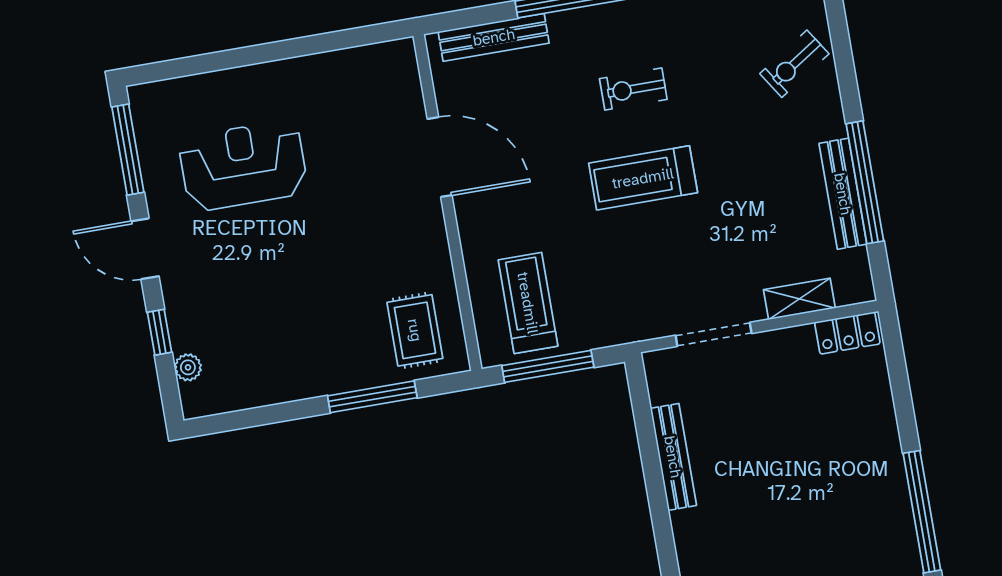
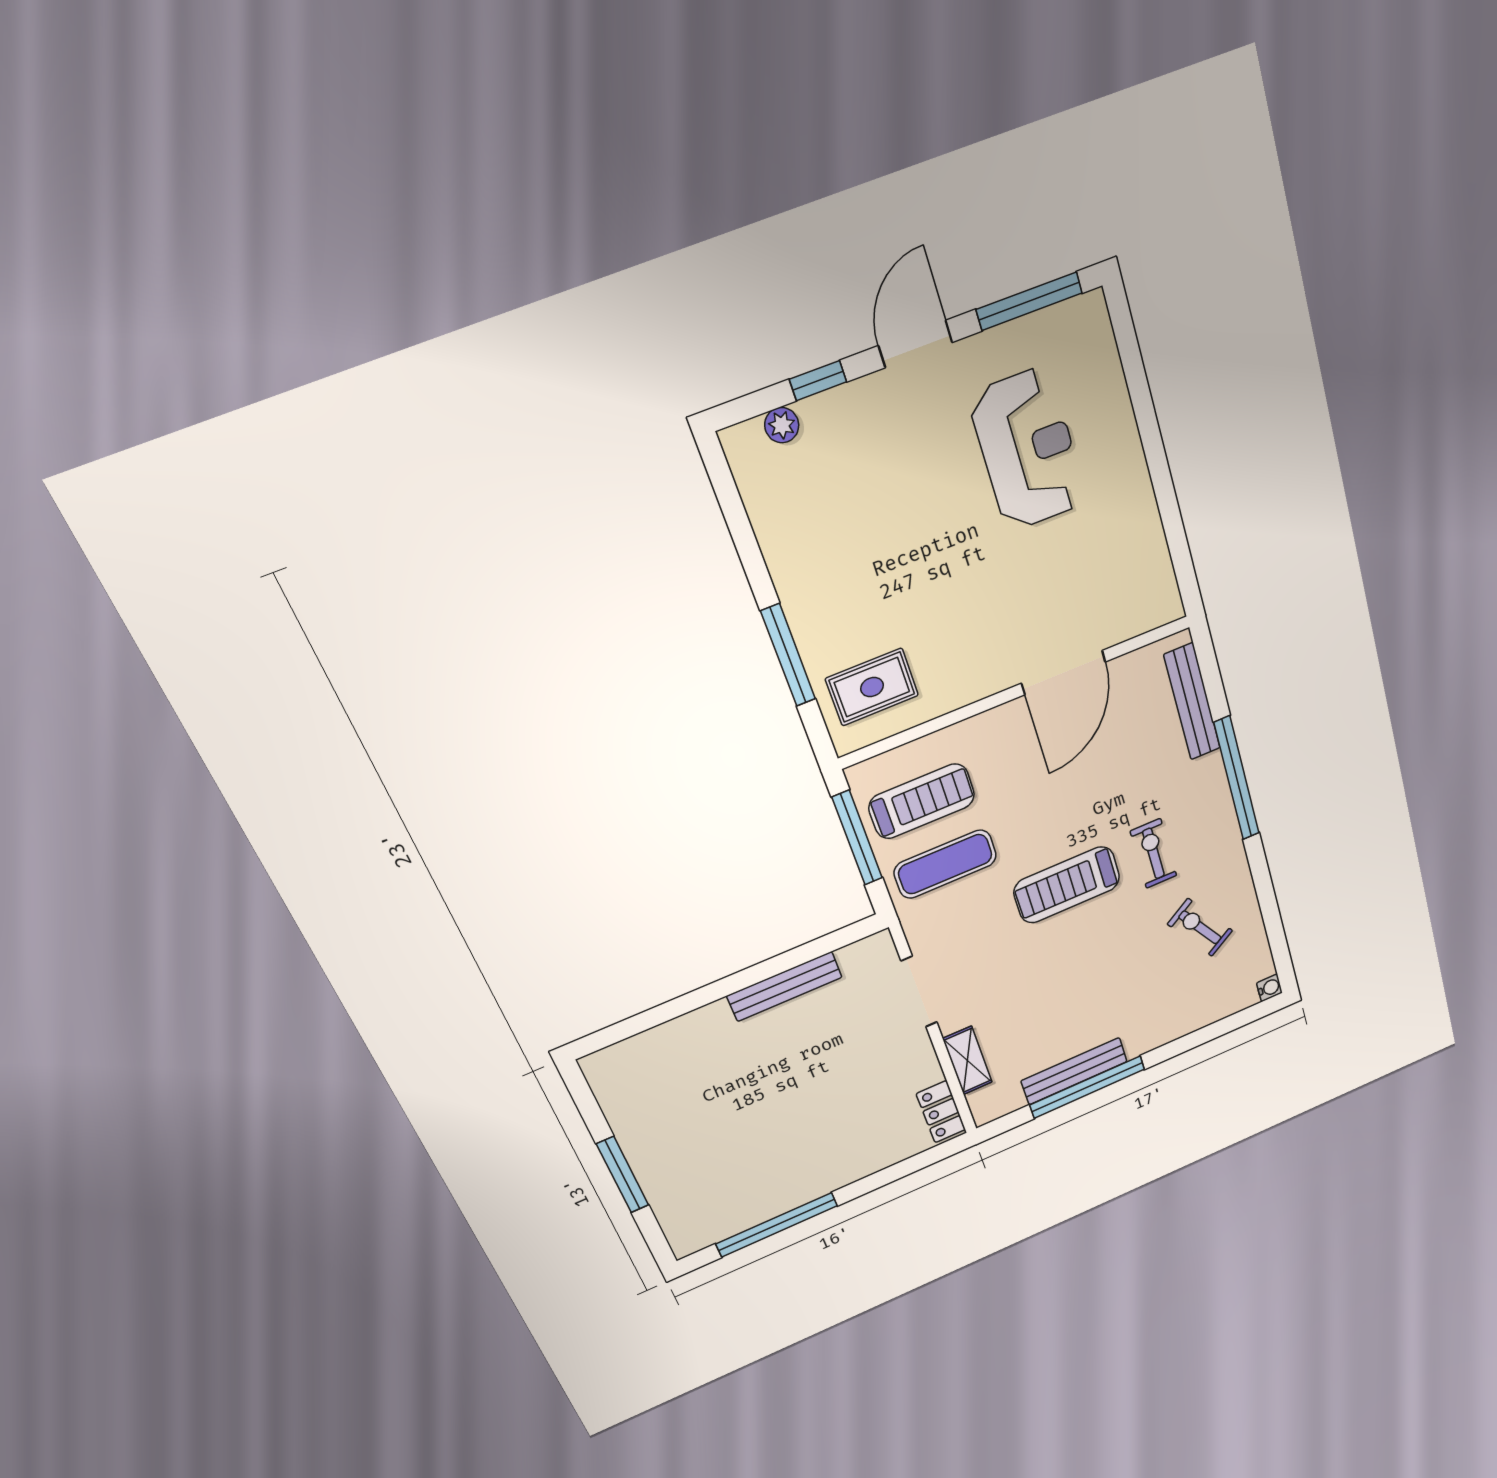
exercise bike: (794, 64) -> (1200, 927), moved
treadmill: (643, 178) -> (1067, 885), turned -90
exercise mat: (593, 291) -> (945, 864), added

